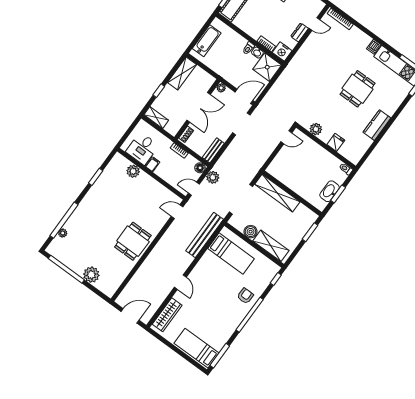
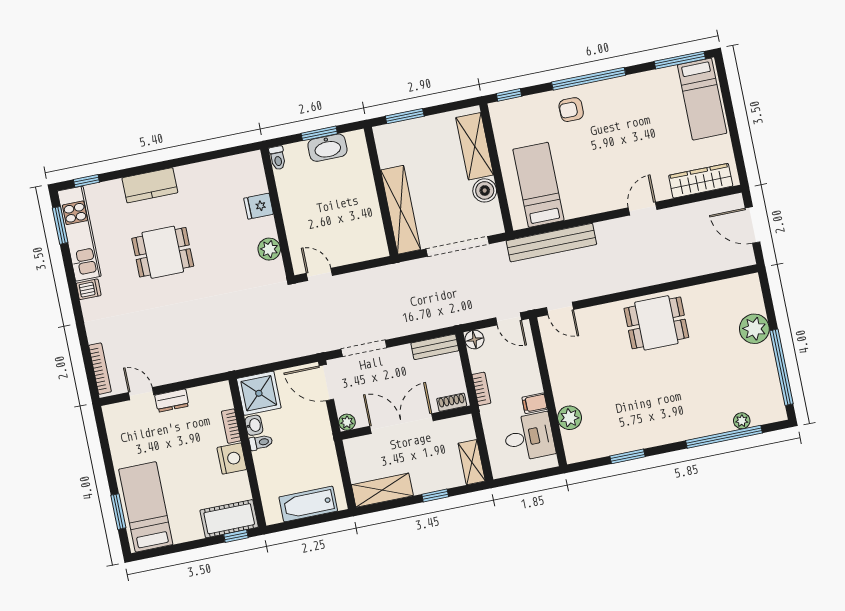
nightstand: (282, 52) -> (232, 459), moved
kitchen counter: (377, 125) -> (150, 185), moved
plant: (213, 177) -> (469, 311), removed

